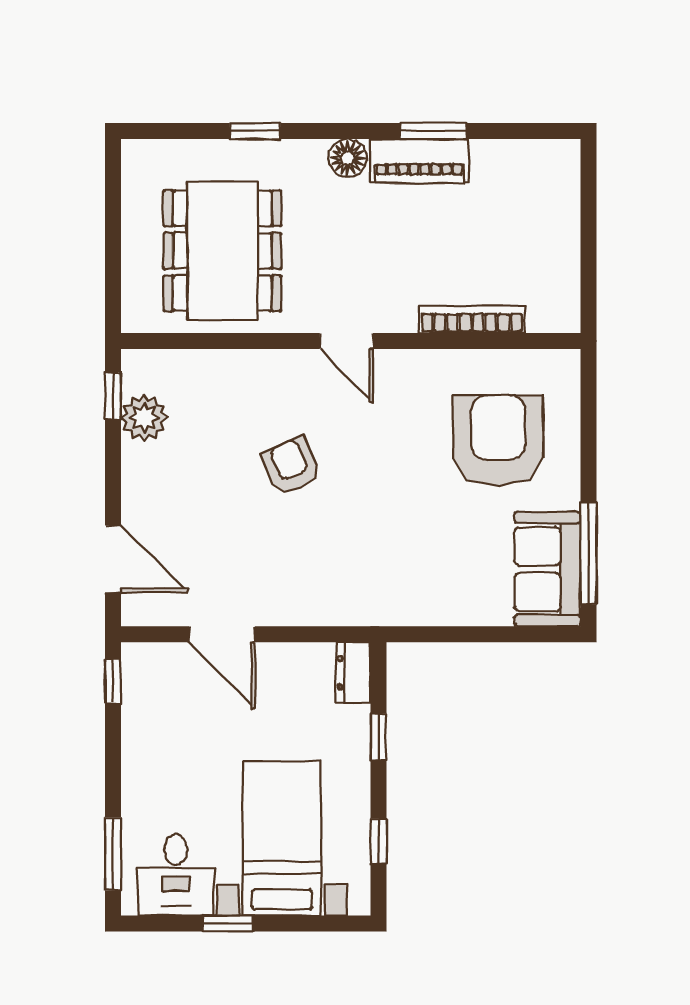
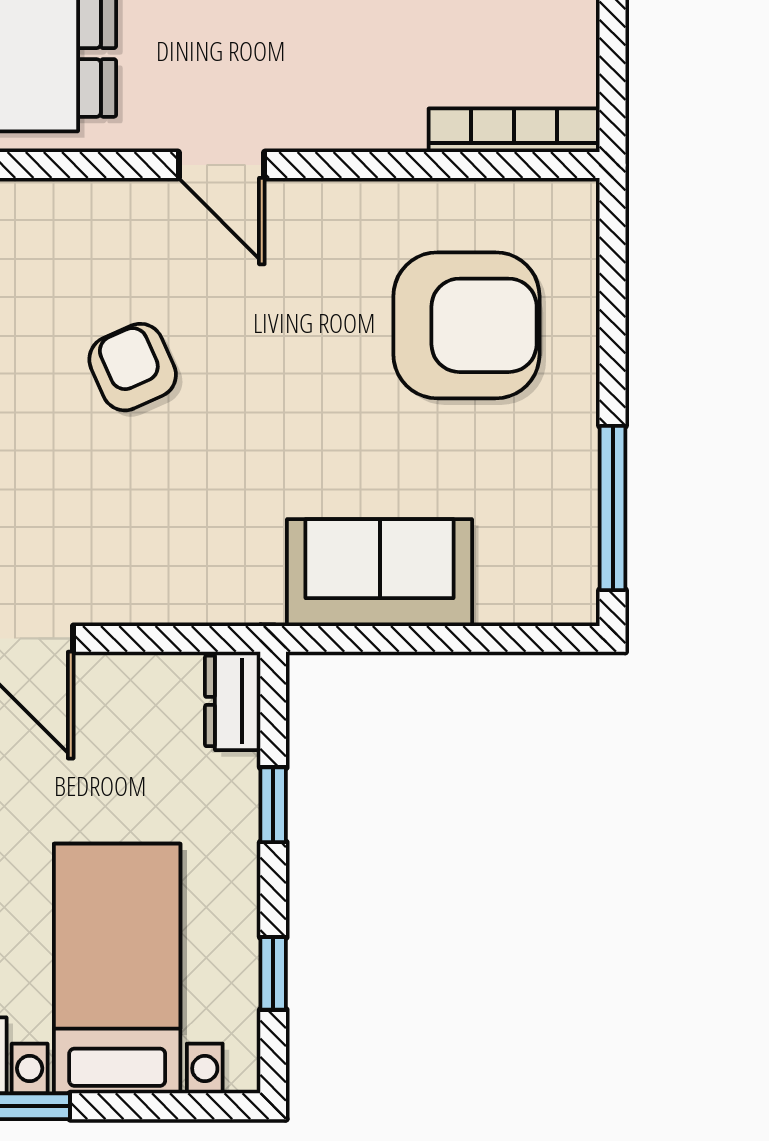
bookcase: (472, 319) -> (514, 130), moved
armchair: (498, 440) -> (466, 325), turned 90
sofa: (547, 569) -> (380, 573), moved, turned 90

